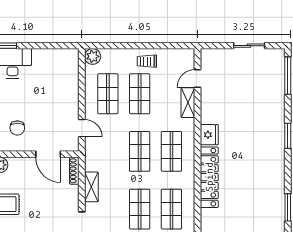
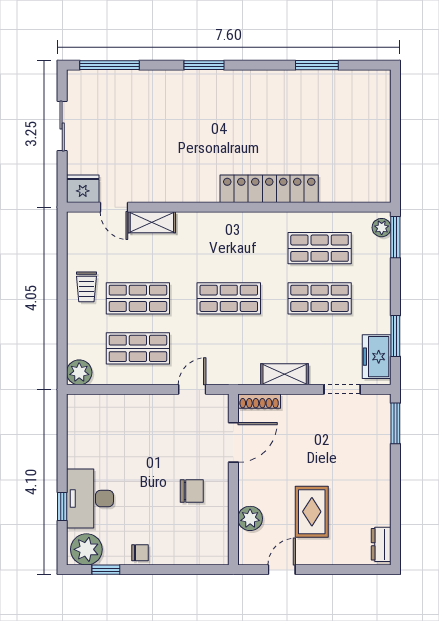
fridge: (209, 135) -> (83, 189), moved
shop shelf: (171, 151) -> (229, 248), removed

